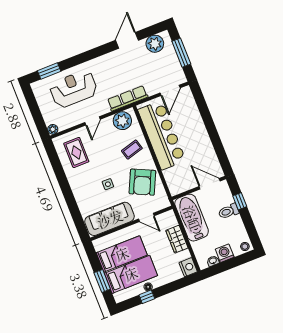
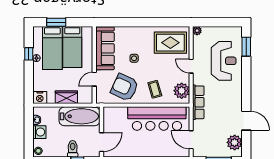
rug: (76, 152) -> (170, 43), width x1.36, depth x1.43

